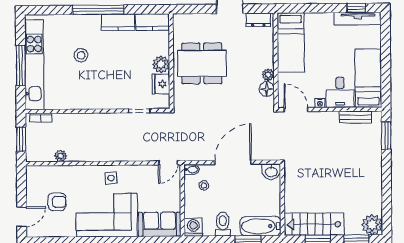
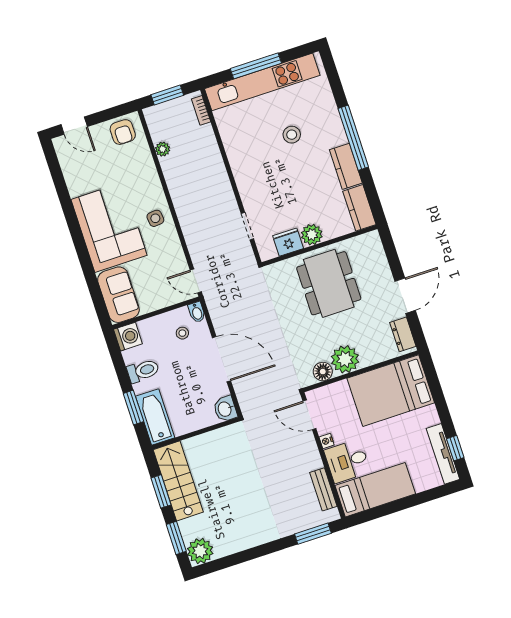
bed: (291, 43) -> (391, 391), width x1.50
plant: (268, 75) -> (345, 359), width x1.88, depth x1.88
door: (296, 110) -> (309, 415), swing flipped
armchair: (57, 202) -> (123, 132), moved

